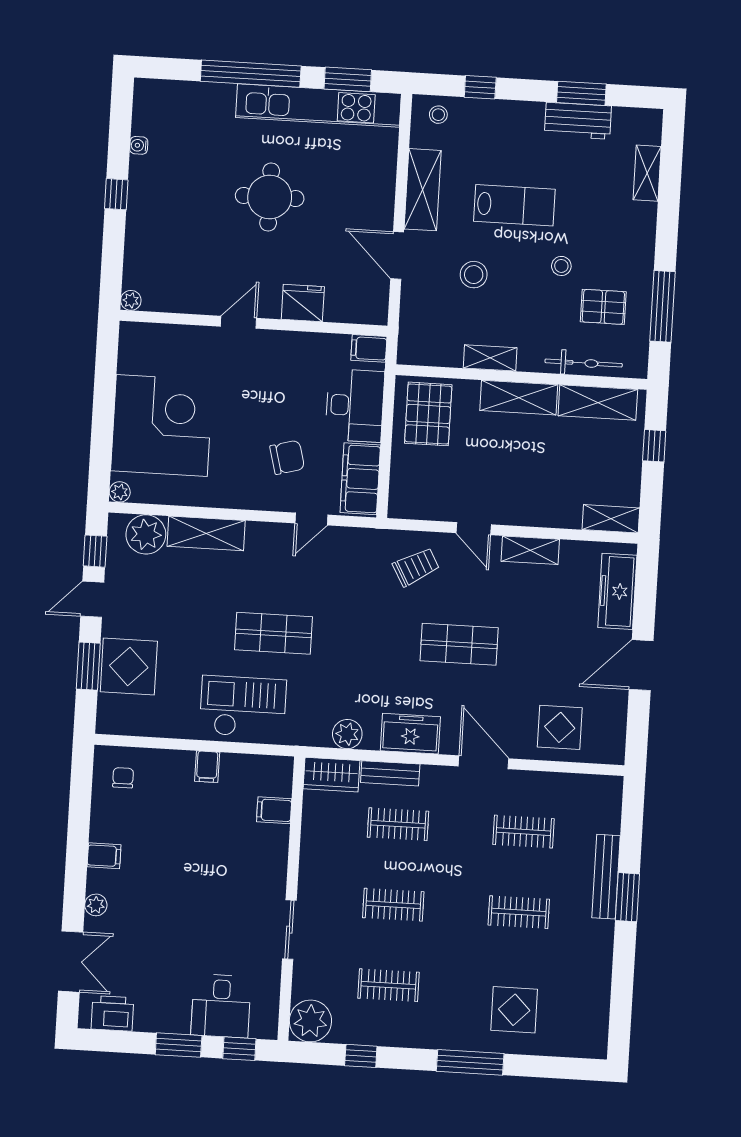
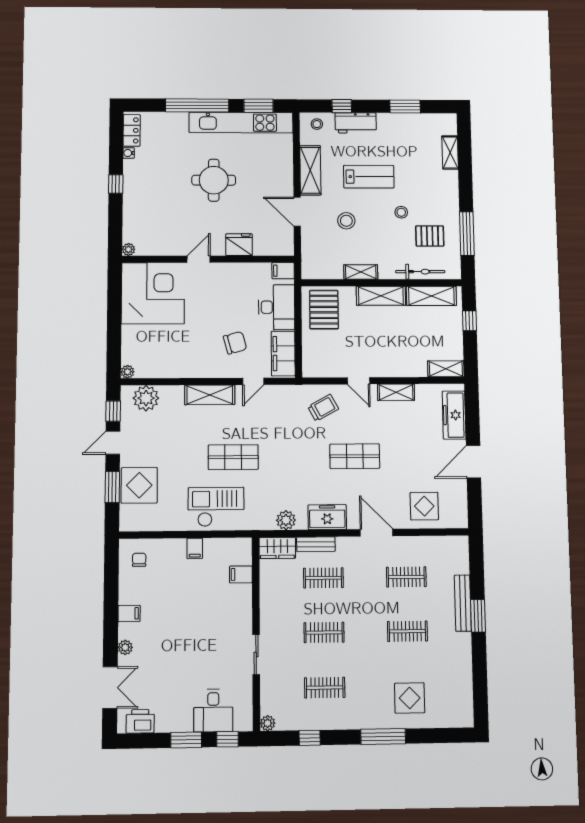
locker: (145, 109) -> (132, 130), added
workbench: (578, 121) -> (356, 123), moved
corner desk: (162, 425) -> (153, 293), moved
shelving: (206, 533) -> (210, 395), moved
plant: (310, 1021) -> (268, 723), width x0.53, depth x0.53

